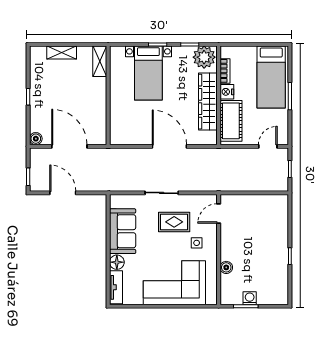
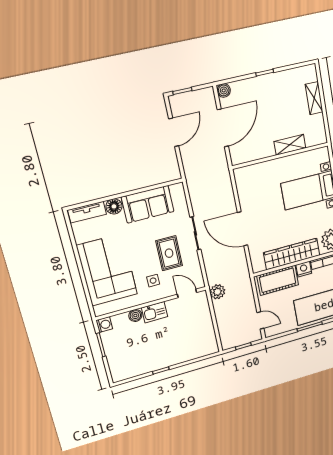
shelving: (100, 61) -> (290, 145), moved
door: (169, 146) -> (243, 229), swing flipped
plant: (225, 184) -> (217, 292), added
kitchen sink: (228, 249) -> (155, 312), added
washing machine: (250, 298) -> (104, 325), moved

